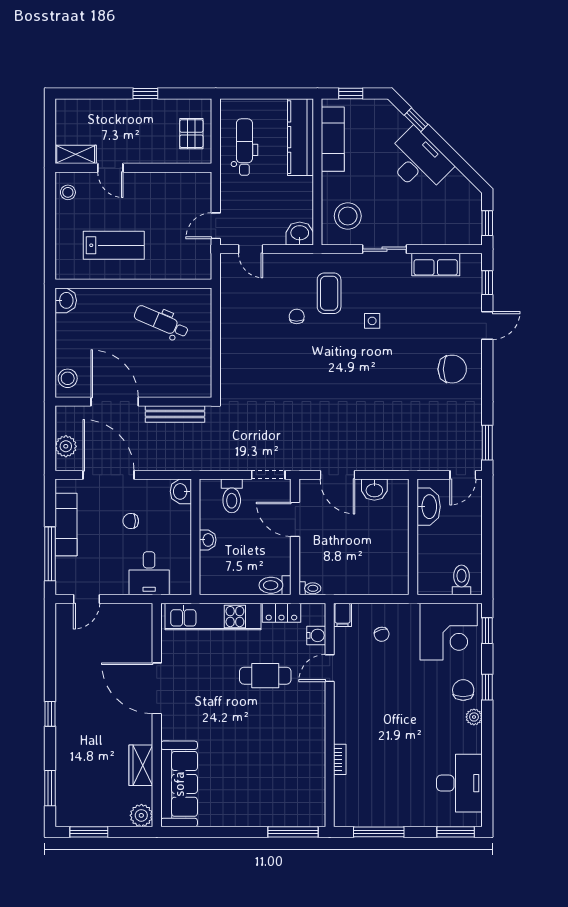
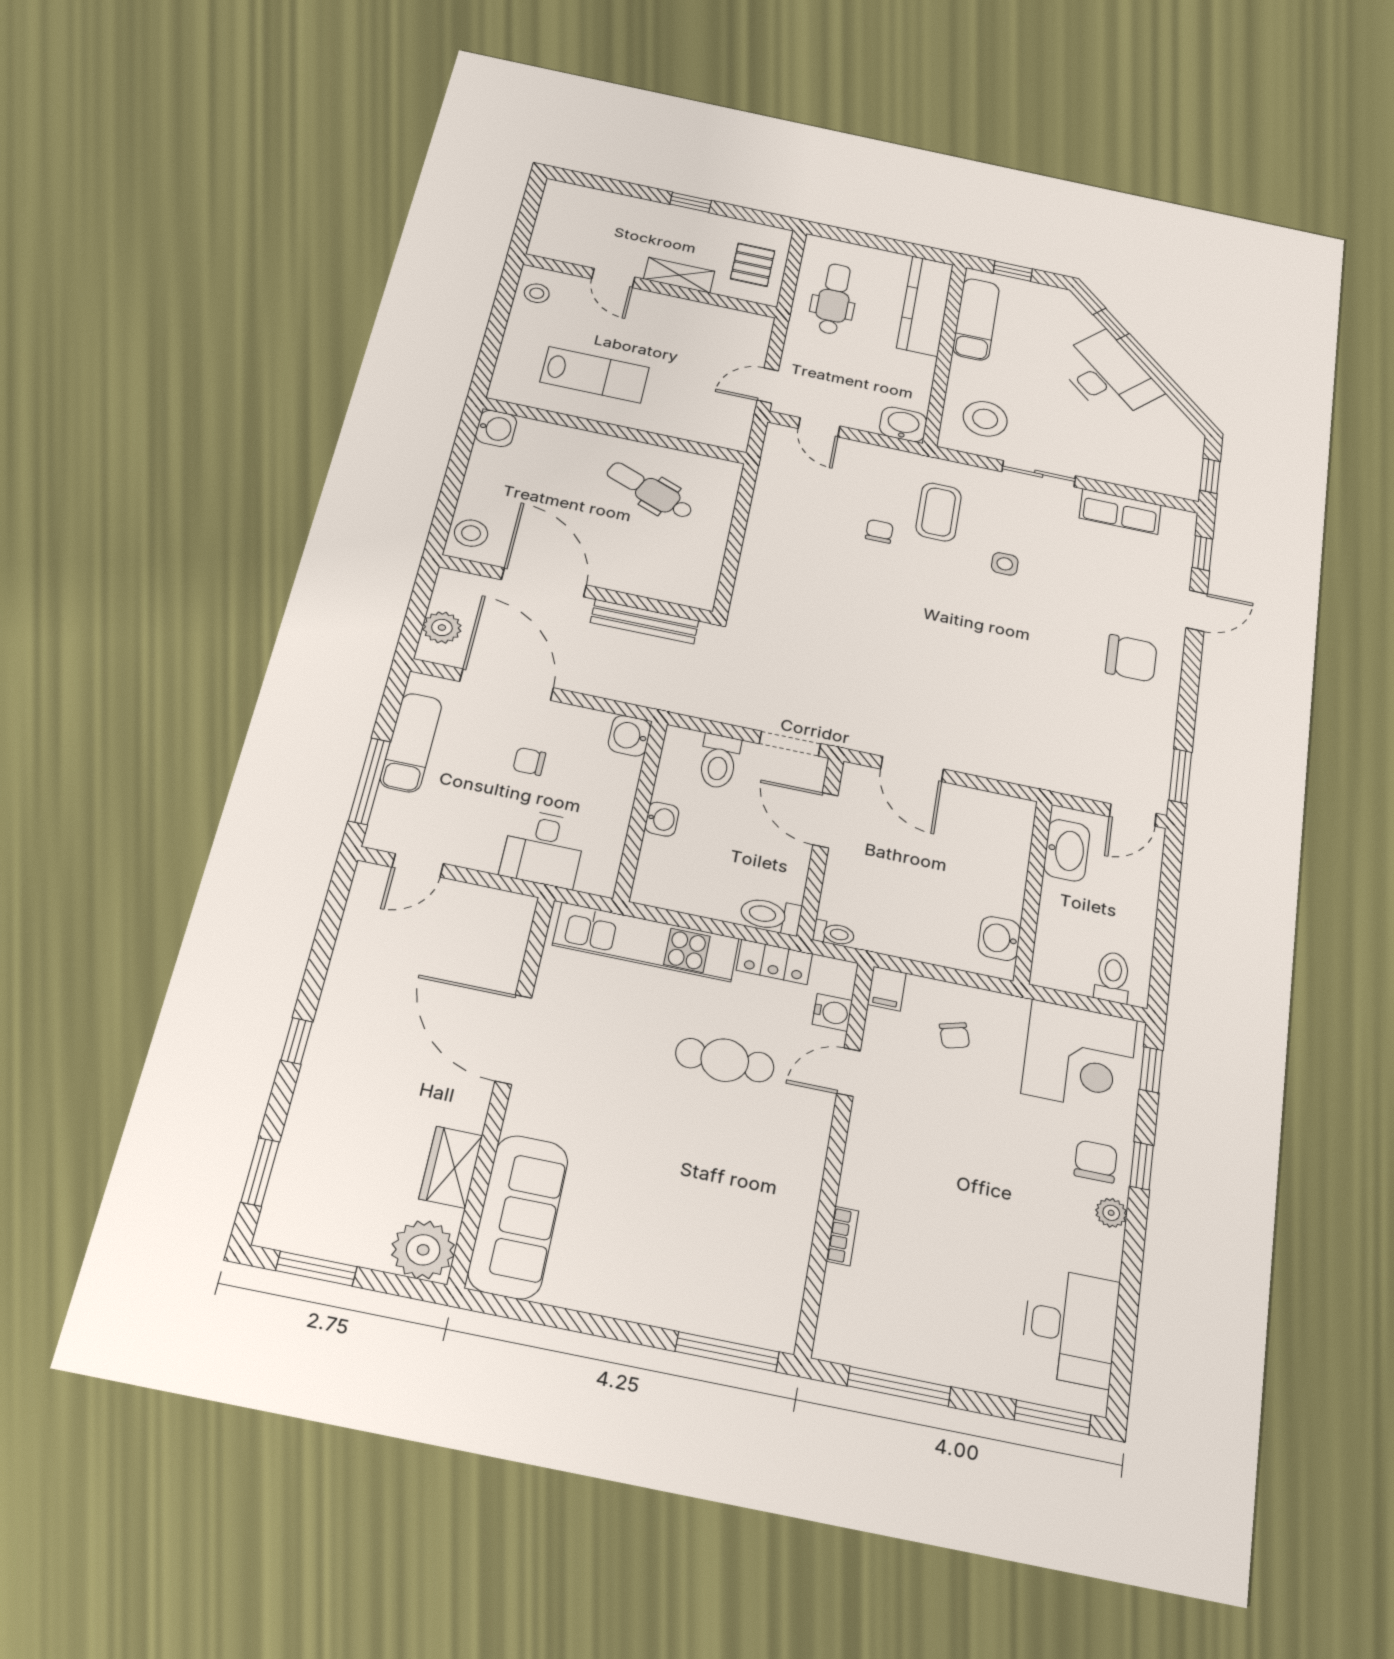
shelving: (76, 154) -> (679, 275), moved
washbasin: (374, 490) -> (999, 938), moved, turned 90
plant: (141, 815) -> (423, 1250), width x1.36, depth x1.36

